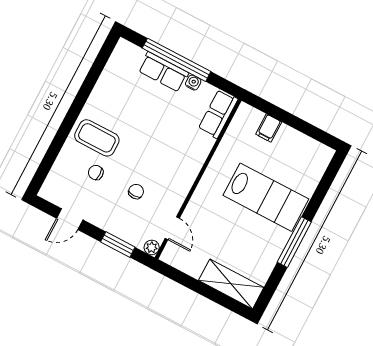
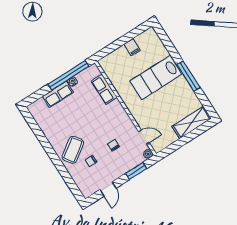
window: (177, 60) -> (68, 75), moved
row of seats: (218, 114) -> (104, 89), moved
filing cabinet: (269, 128) -> (132, 47), moved
coffee table: (97, 138) -> (73, 150), turned -35
lab bench: (266, 197) -> (156, 78), turned 180

